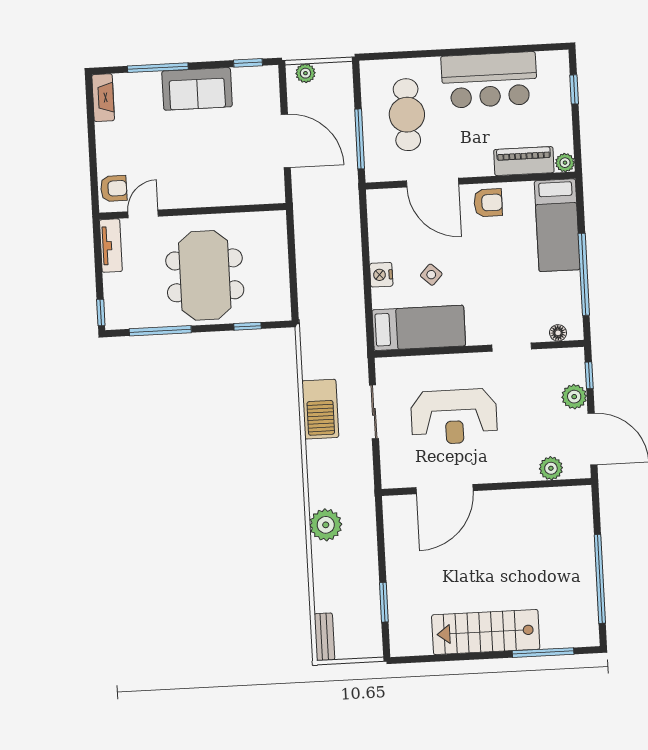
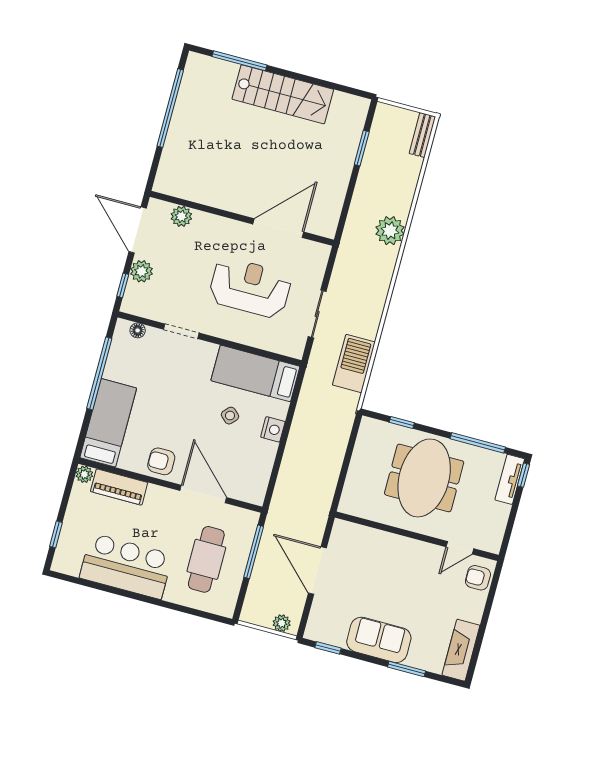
window: (158, 68) -> (407, 669), width x0.69
fireplace: (103, 98) -> (461, 650), width x1.37, depth x1.32
tv unit: (111, 246) -> (510, 479), moved
barbecue: (320, 409) -> (354, 364), moved

